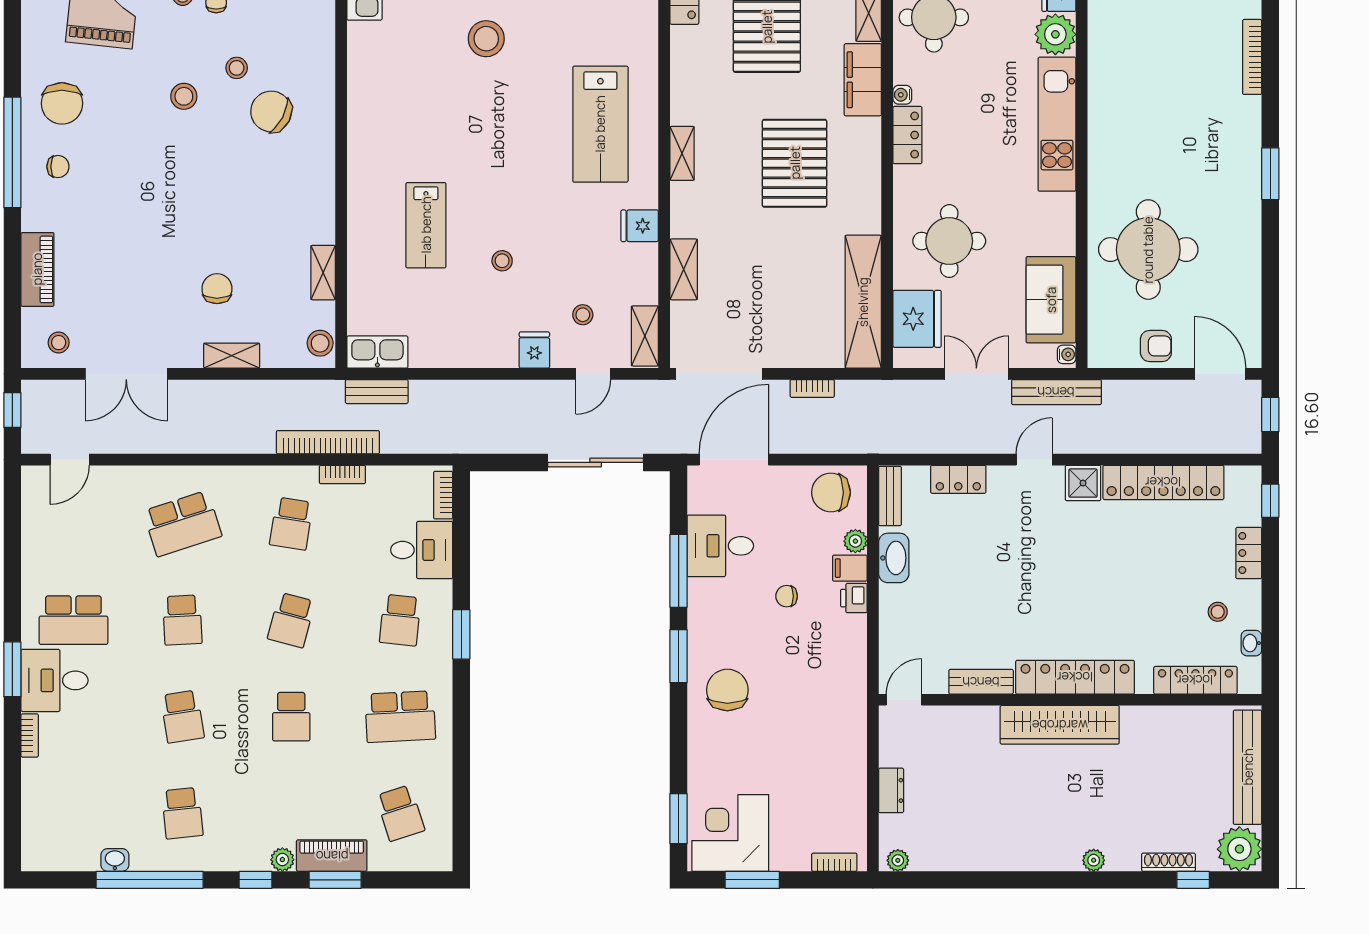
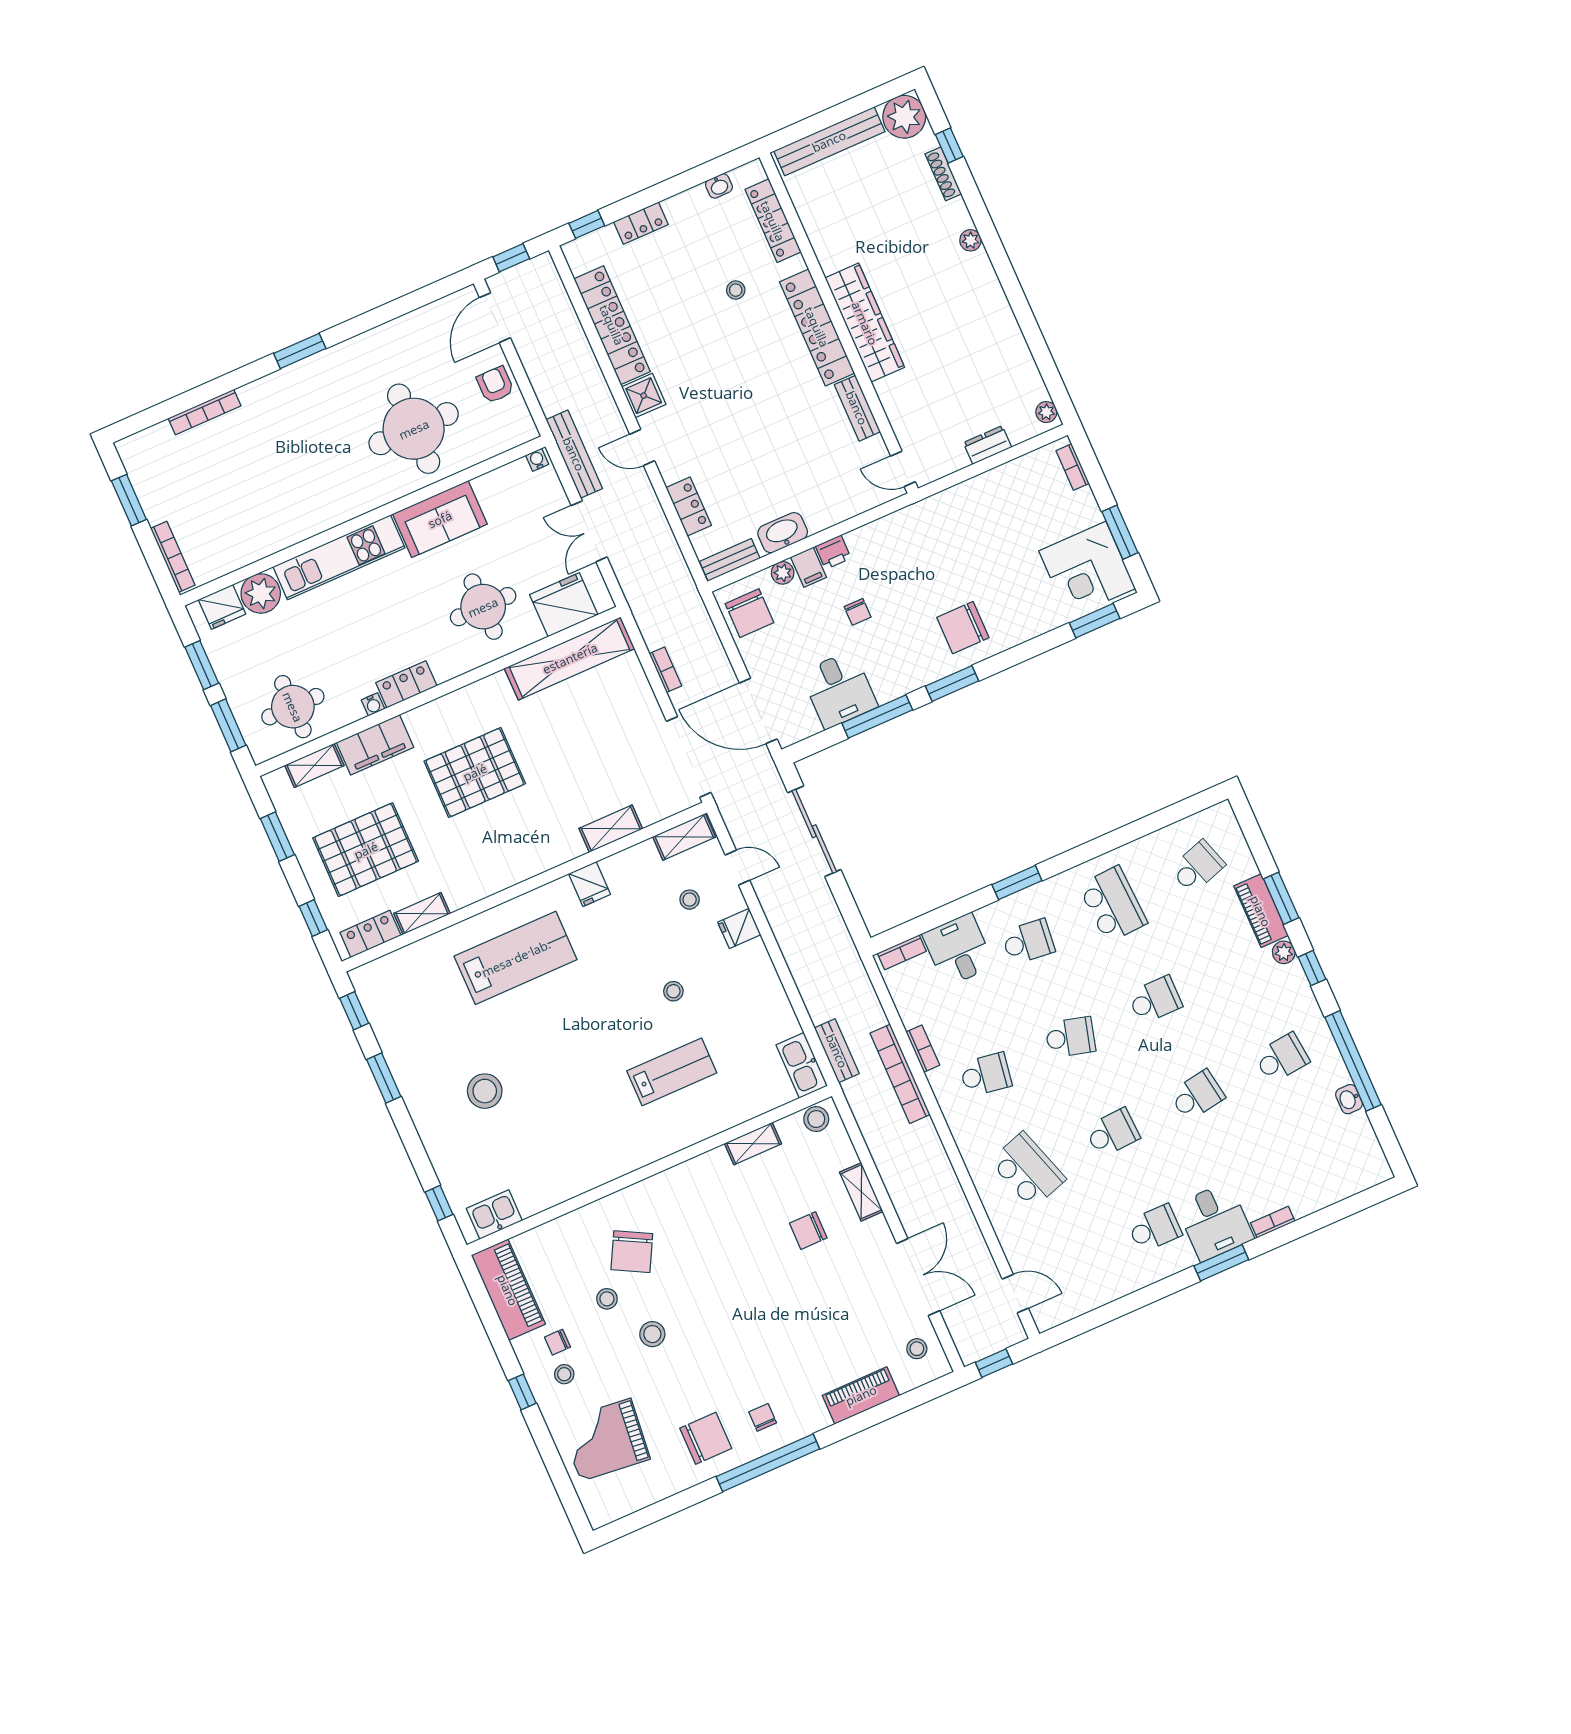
shelving: (682, 153) -> (422, 914), moved
sofa: (1051, 300) -> (440, 519), moved
stool: (1218, 612) -> (736, 290), moved
school desk: (73, 620) -> (1155, 1228), width x0.54

